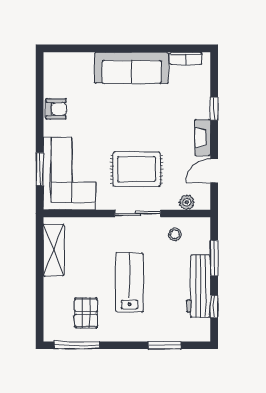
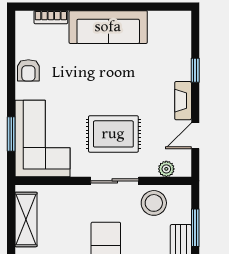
bookcase: (186, 58) -> (51, 17), moved
armchair: (56, 109) -> (28, 70), turned 90
stool: (175, 234) -> (154, 203), width x1.89, depth x1.89

